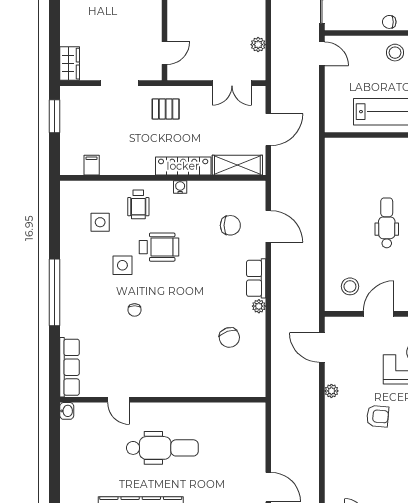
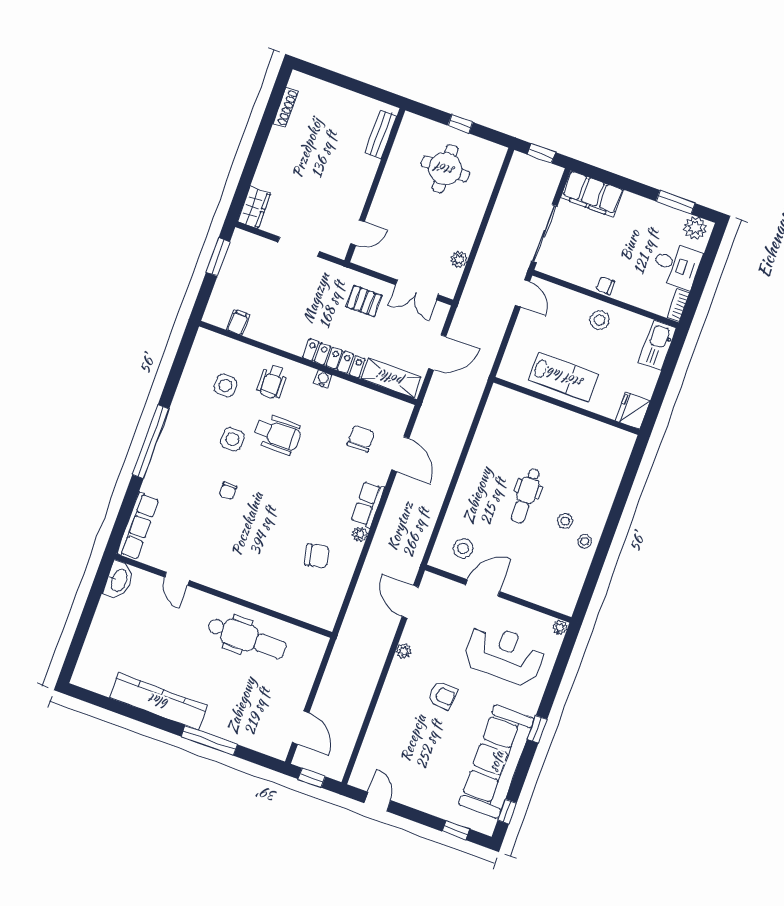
pallet: (166, 109) -> (364, 301), moved
dental chair: (387, 223) -> (526, 496), turned 180
chair: (230, 225) -> (361, 438), turned -90
chair: (229, 337) -> (317, 556), turned -83
washbasin: (67, 411) -> (119, 580), width x1.91, depth x1.45
dental chair: (162, 448) -> (247, 638), moved

